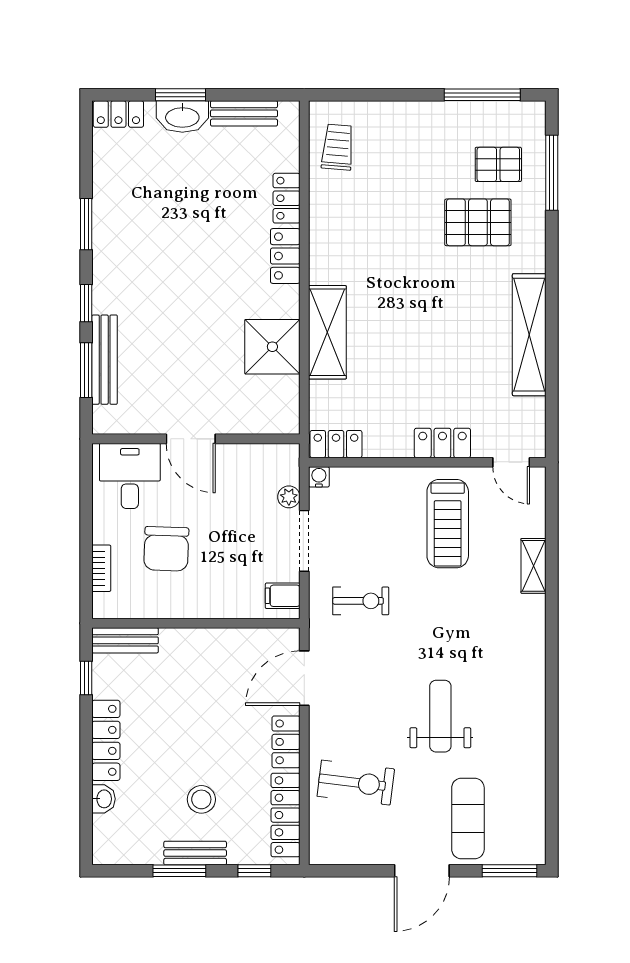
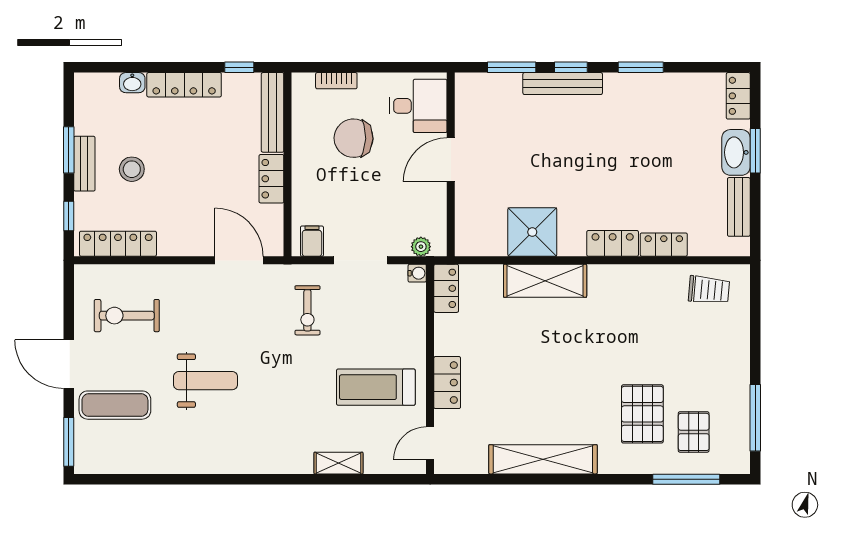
bench: (105, 360) -> (563, 84), moved
plant: (289, 497) -> (421, 247), moved
bench: (125, 640) -> (273, 112), width x1.36
locker: (286, 742) -> (271, 179), moved, turned -90
exercise bike: (356, 783) -> (127, 316), moved, turned 83

